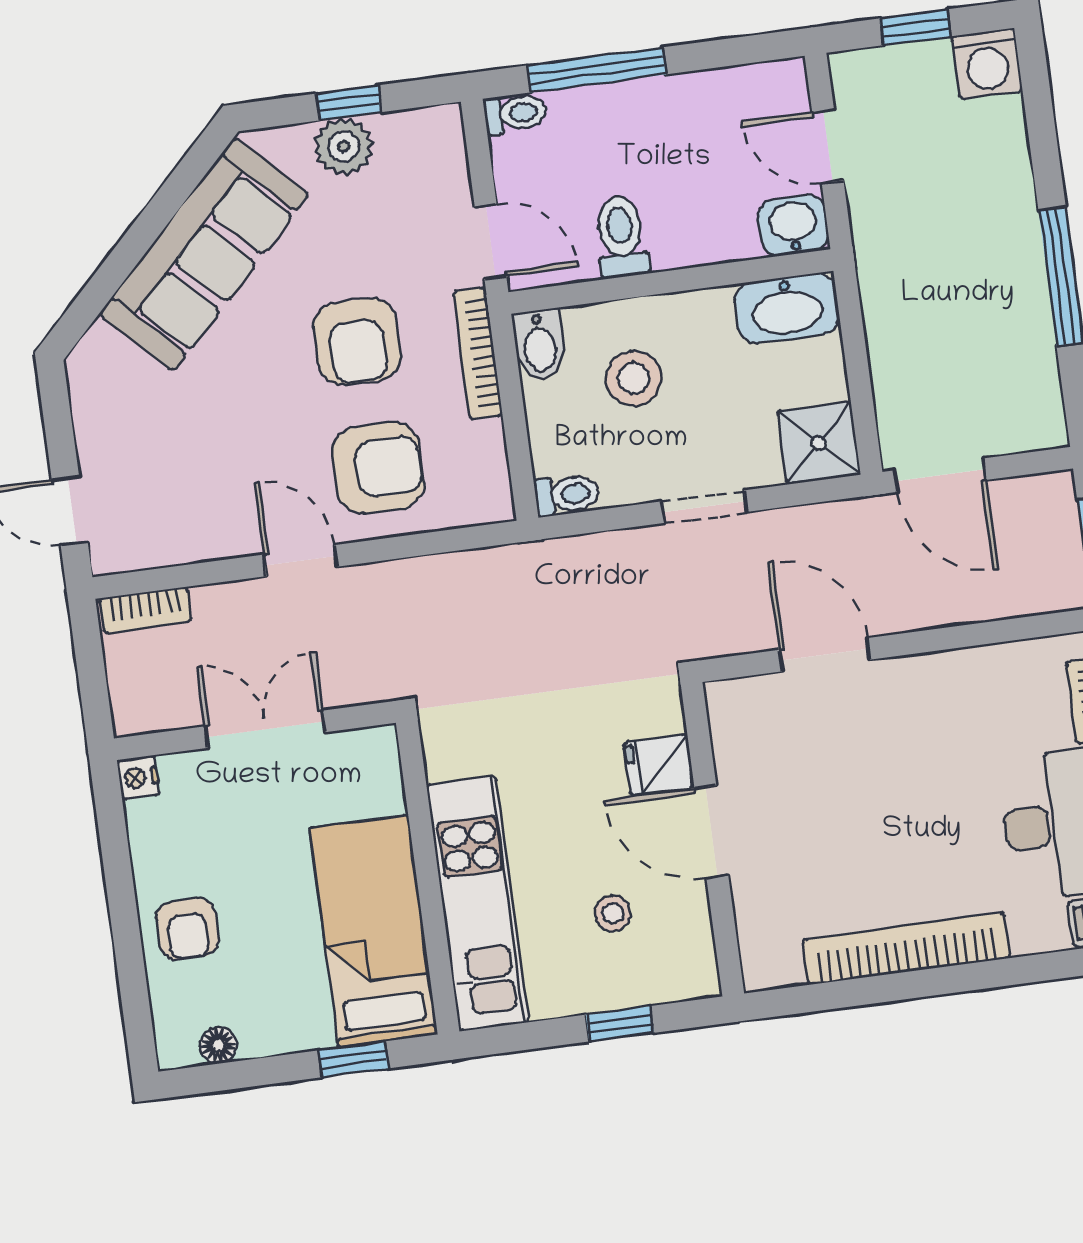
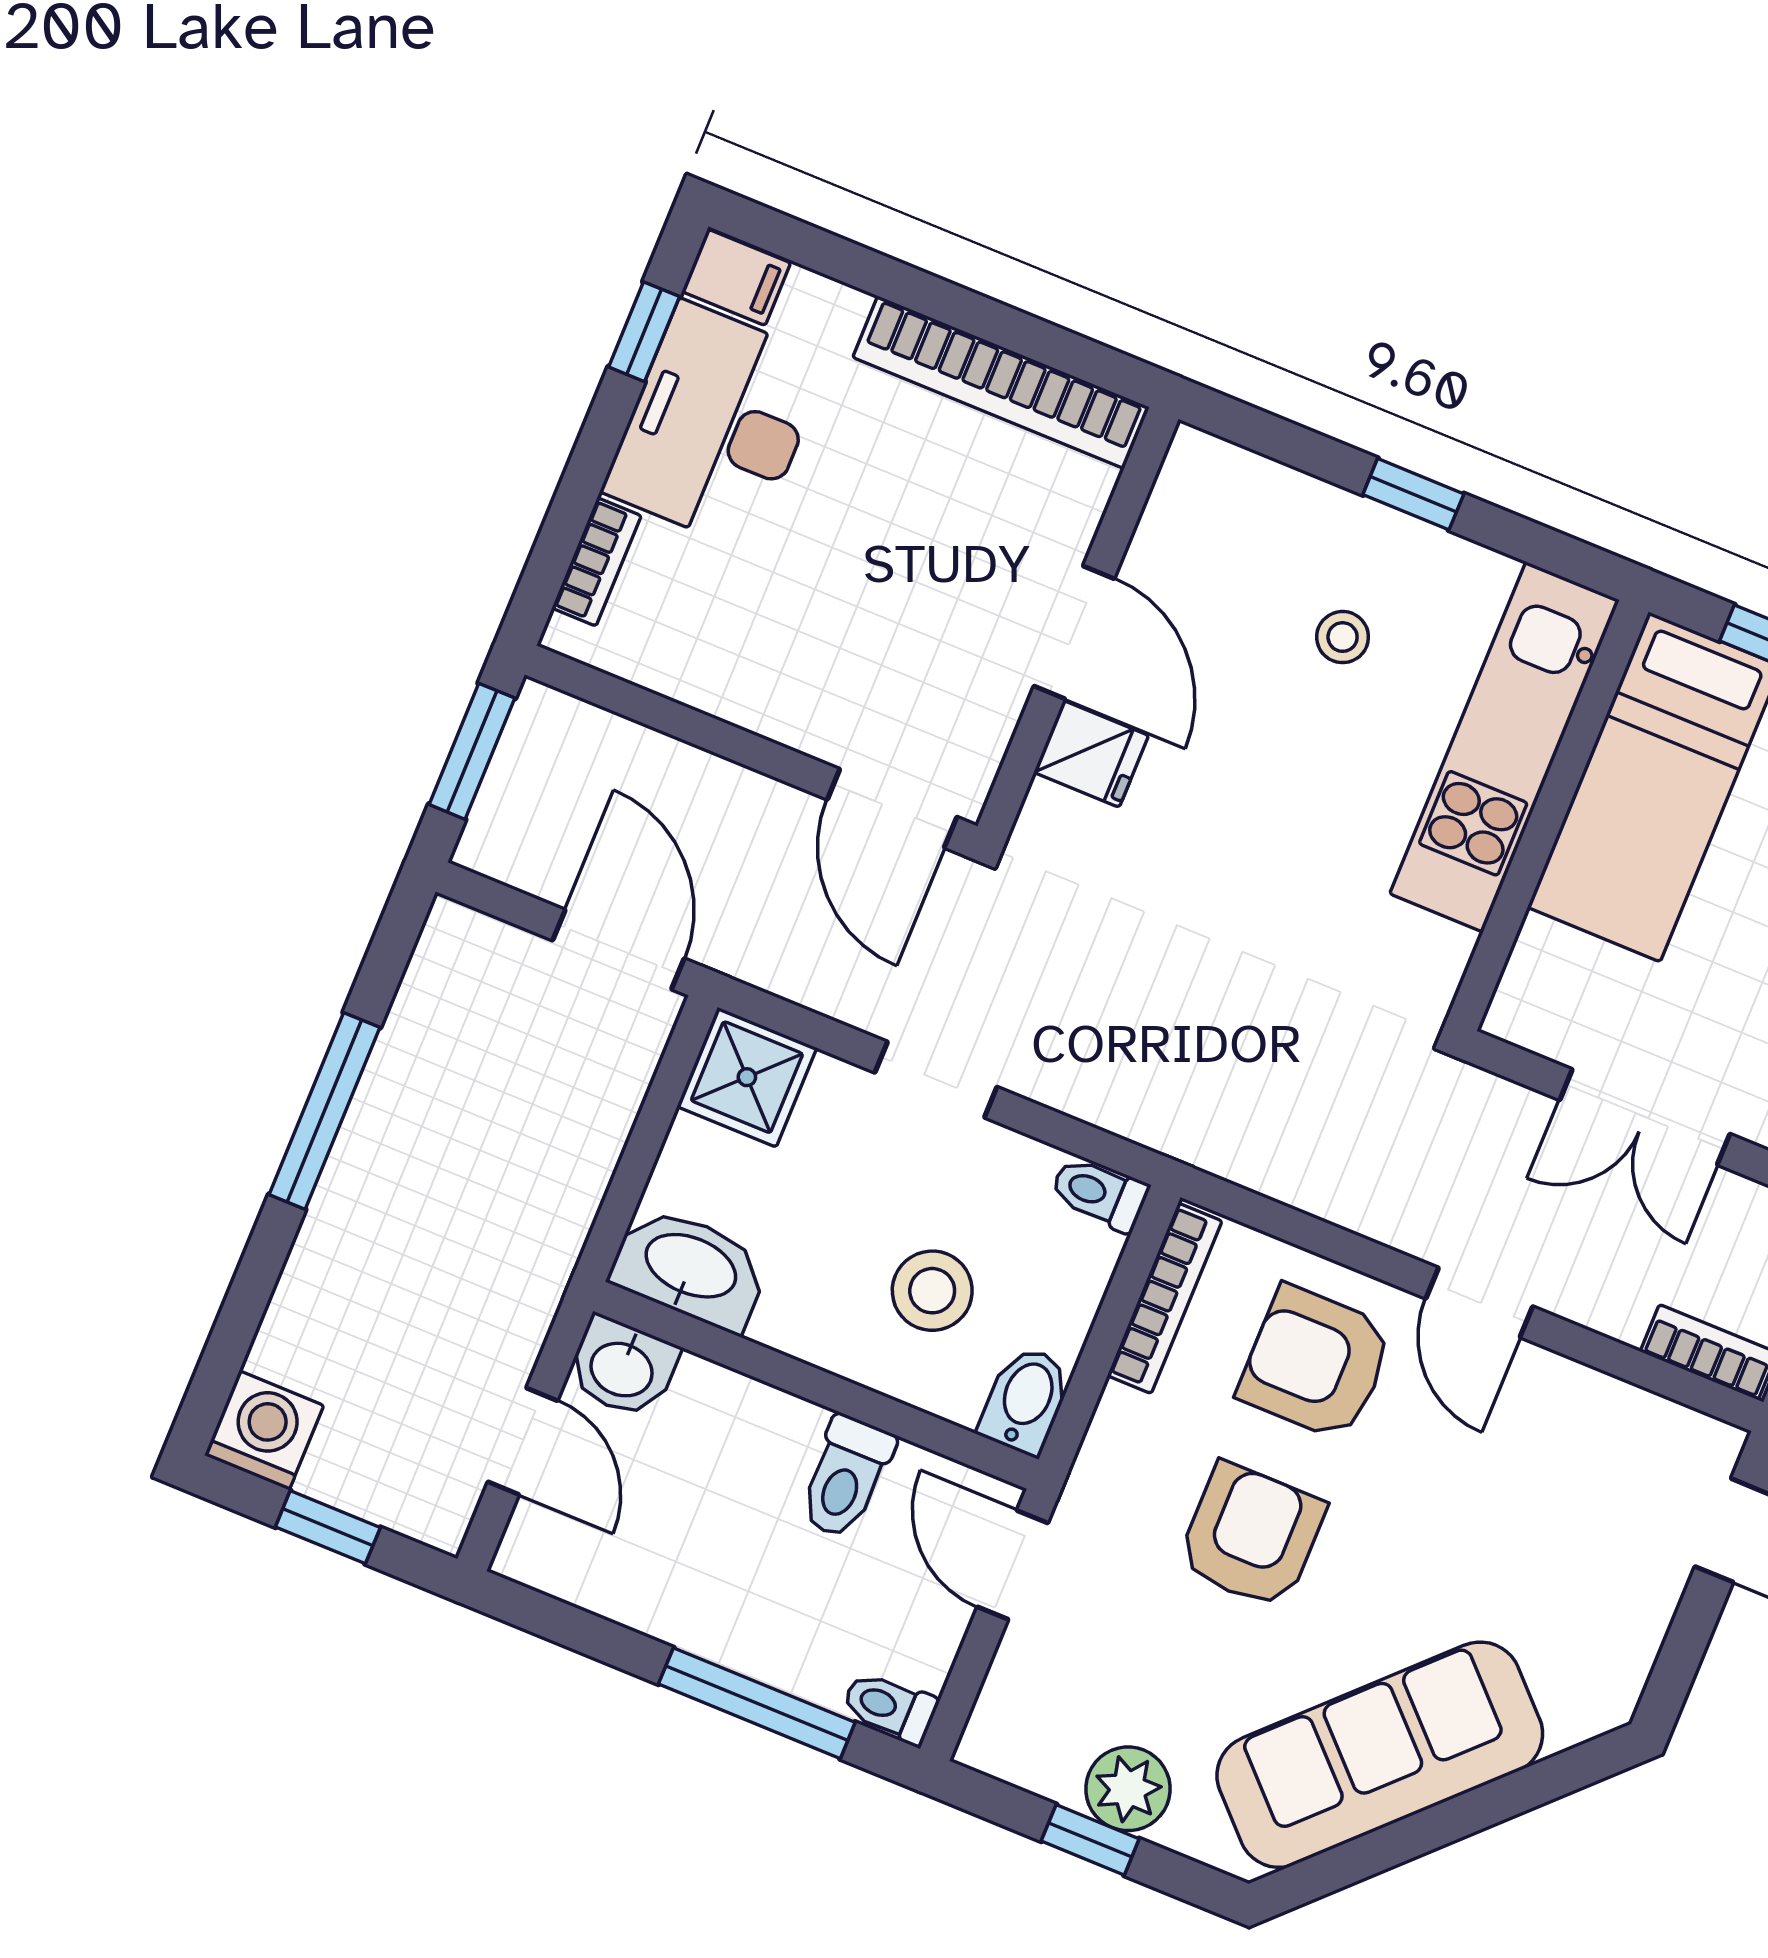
bookcase: (478, 353) -> (1165, 1298), moved
fridge: (659, 765) -> (1091, 754), moved
door: (711, 832) -> (1074, 632), moved
wall: (712, 839) -> (1078, 623), moved

